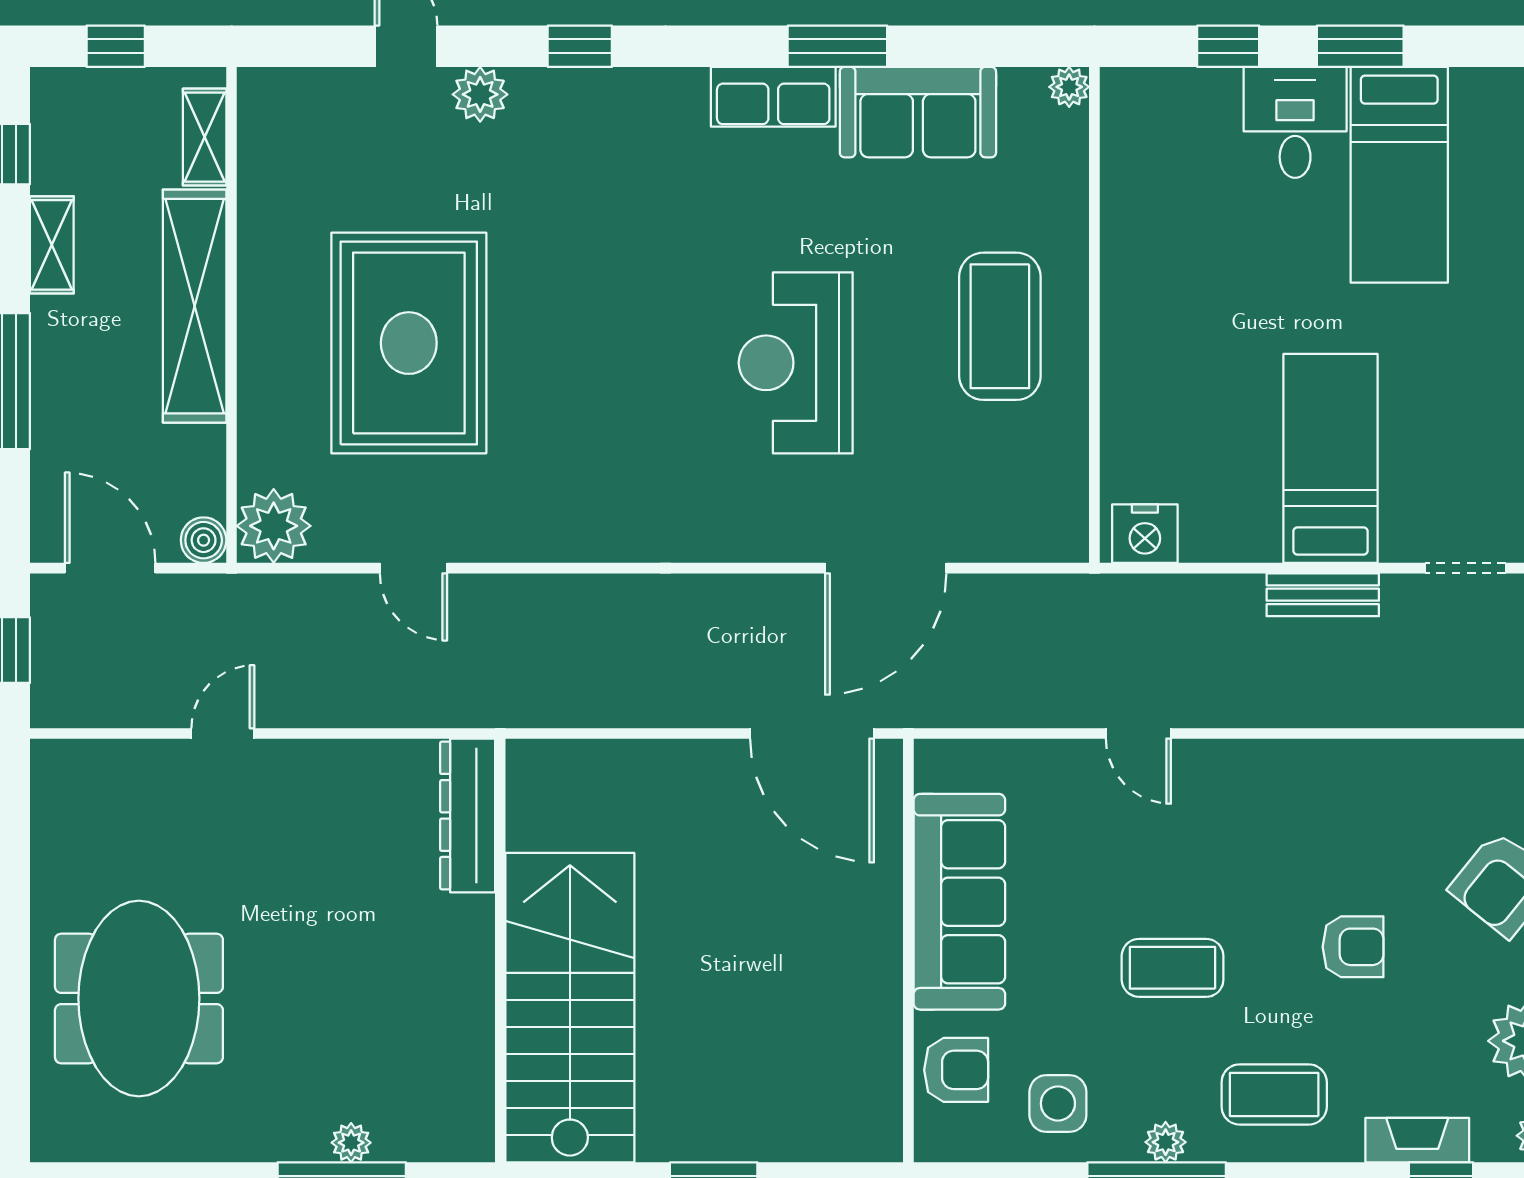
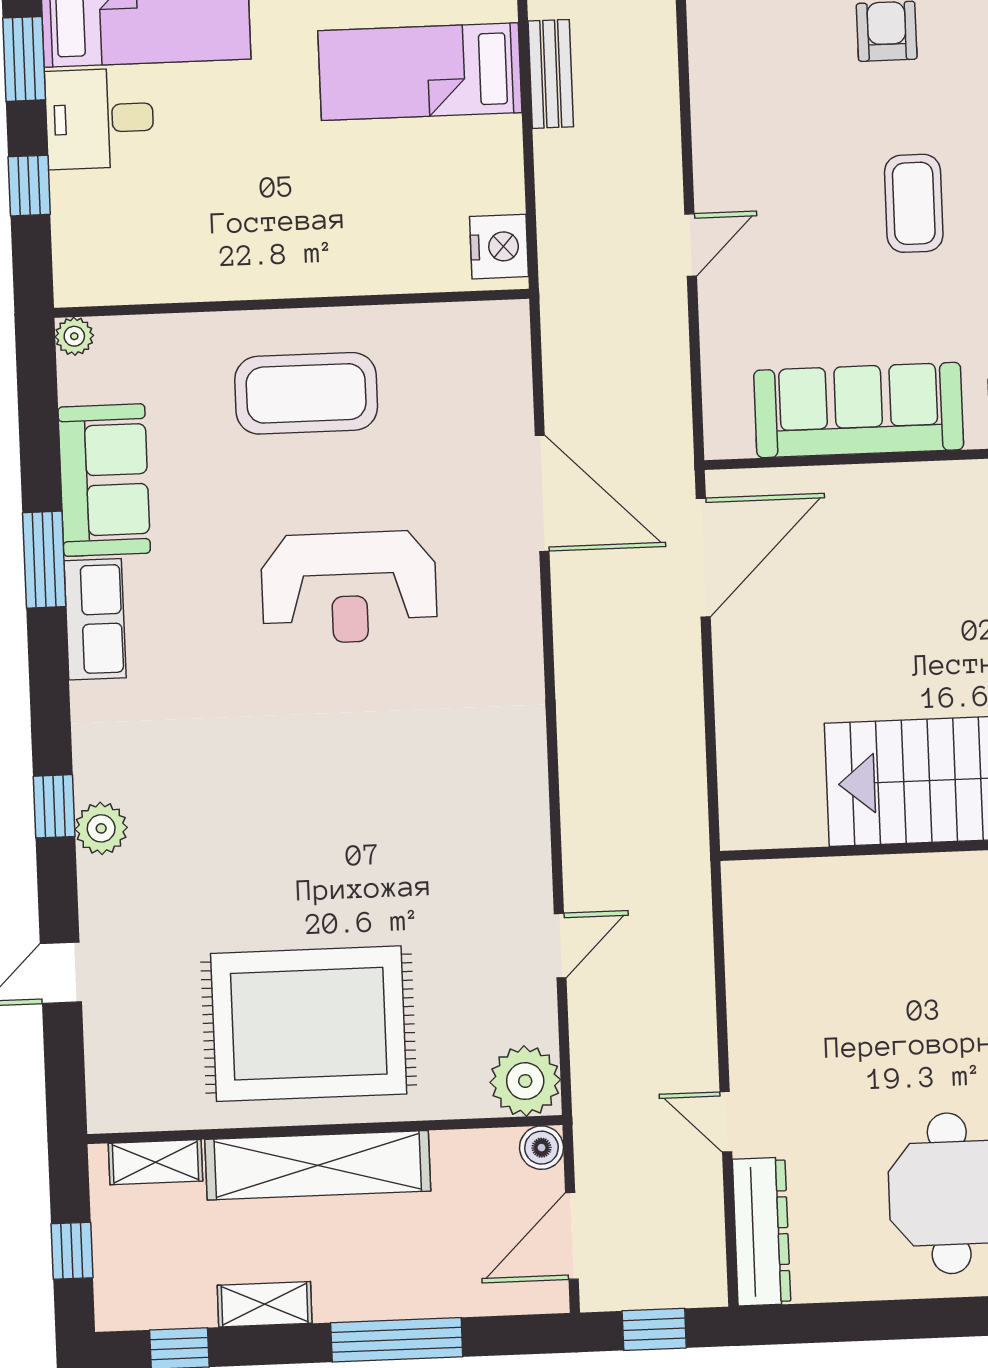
plant: (480, 94) -> (101, 828), moved
rug: (409, 343) -> (309, 1024), moved
dresser: (468, 815) -> (762, 1232), moved, turned -90

